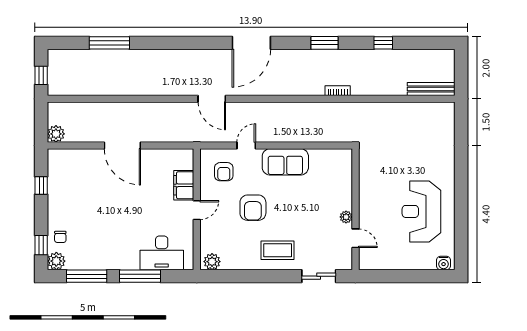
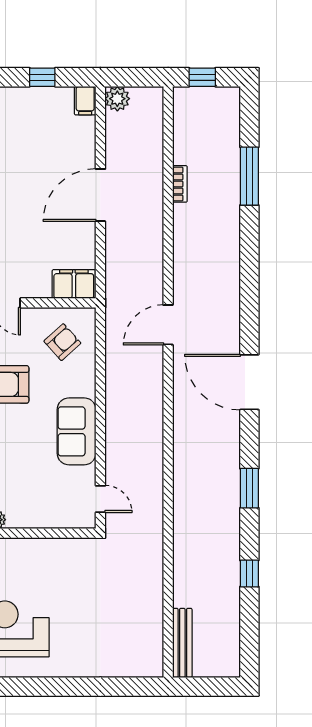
bookcase: (338, 91) -> (180, 184), moved
door: (246, 145) -> (100, 499), moved
filing cabinet: (57, 156) -> (85, 101), added
armchair: (224, 172) -> (62, 342), turned 138
filing cabinet: (184, 185) -> (74, 284), moved

